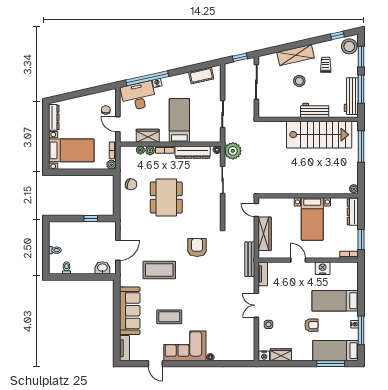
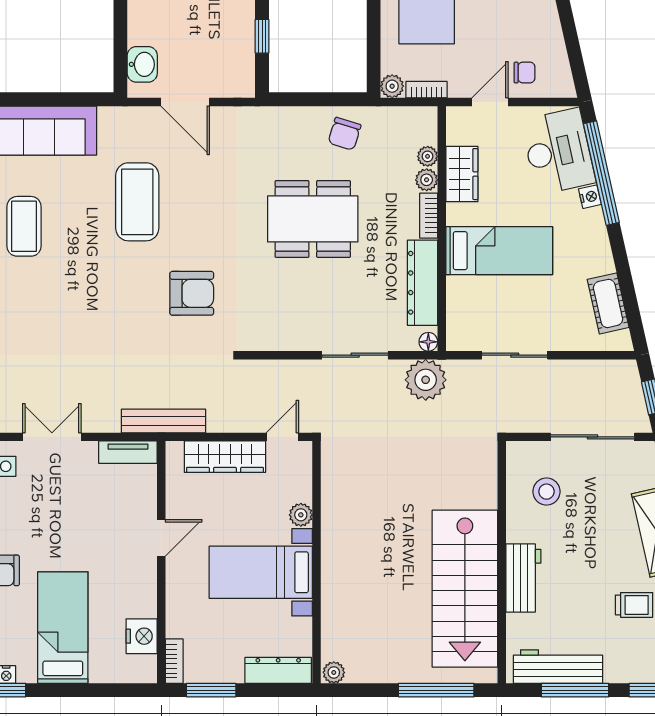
stool: (299, 81) -> (546, 492), moved
plant: (289, 202) -> (301, 515), added
nightstand: (323, 268) -> (142, 636), moved

